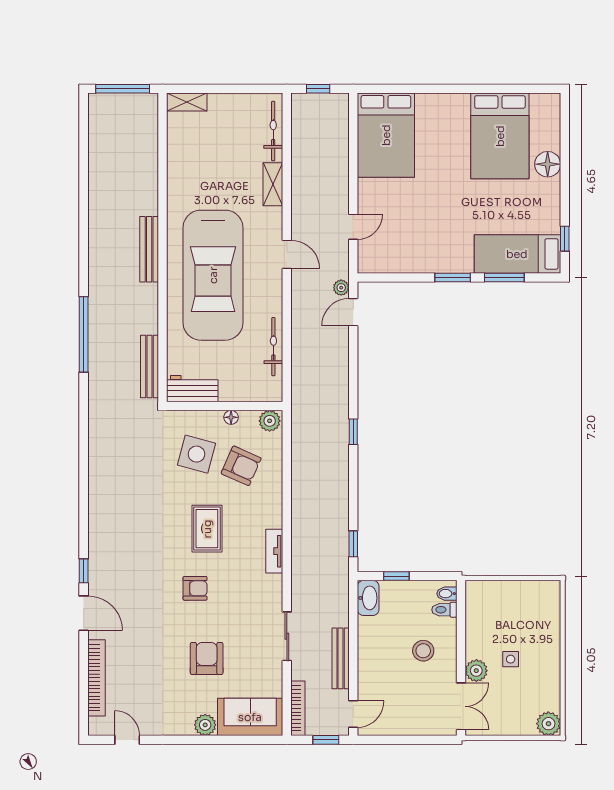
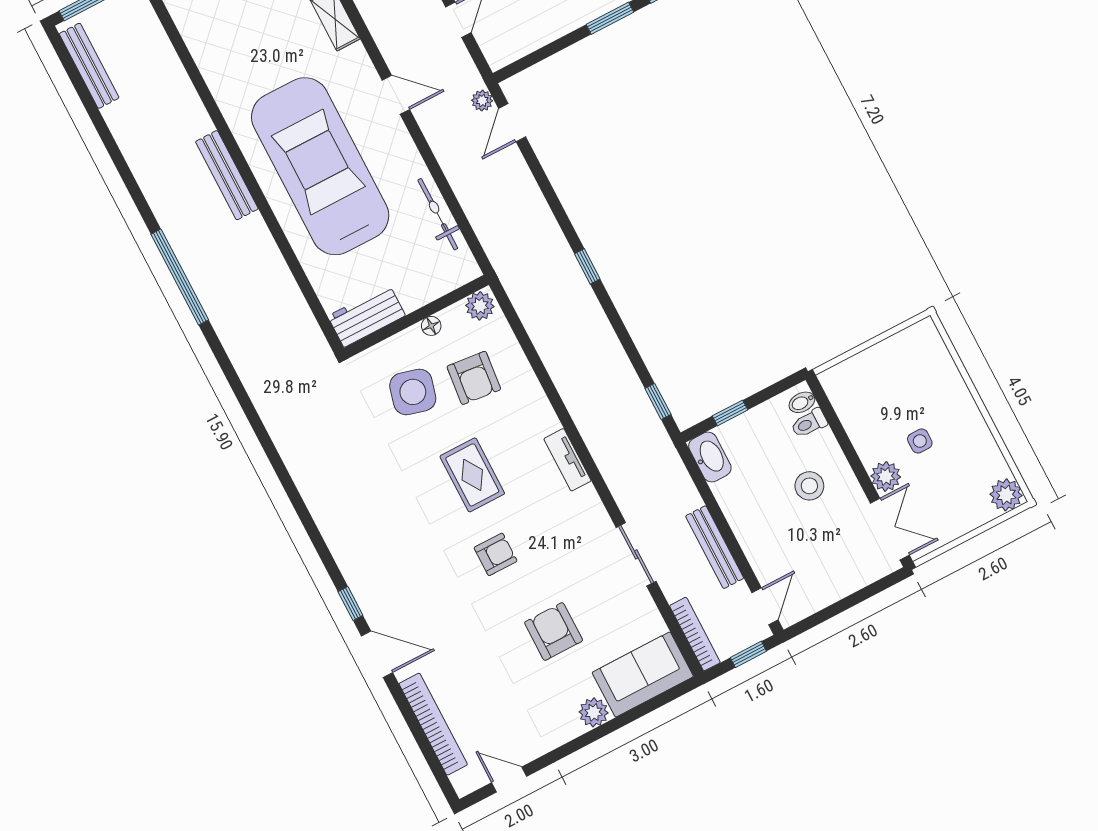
car: (213, 275) -> (320, 166), turned 180
window: (84, 334) -> (180, 277), moved
bench: (150, 367) -> (89, 66), moved
armchair: (241, 466) -> (474, 378), turned 72

